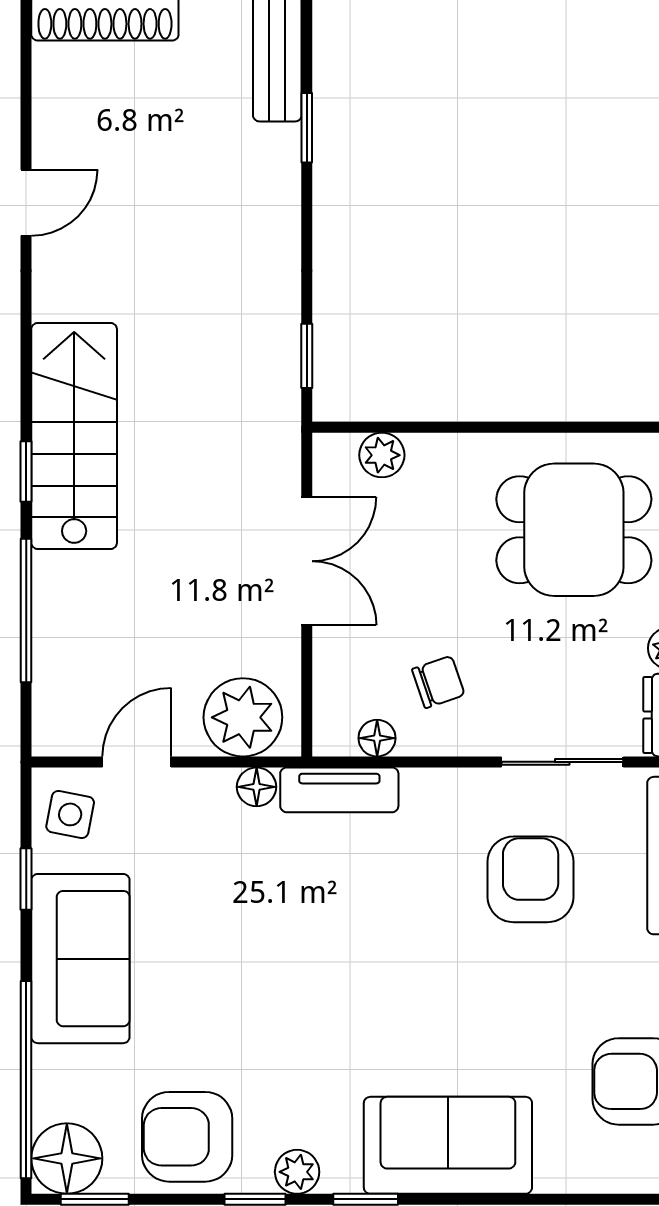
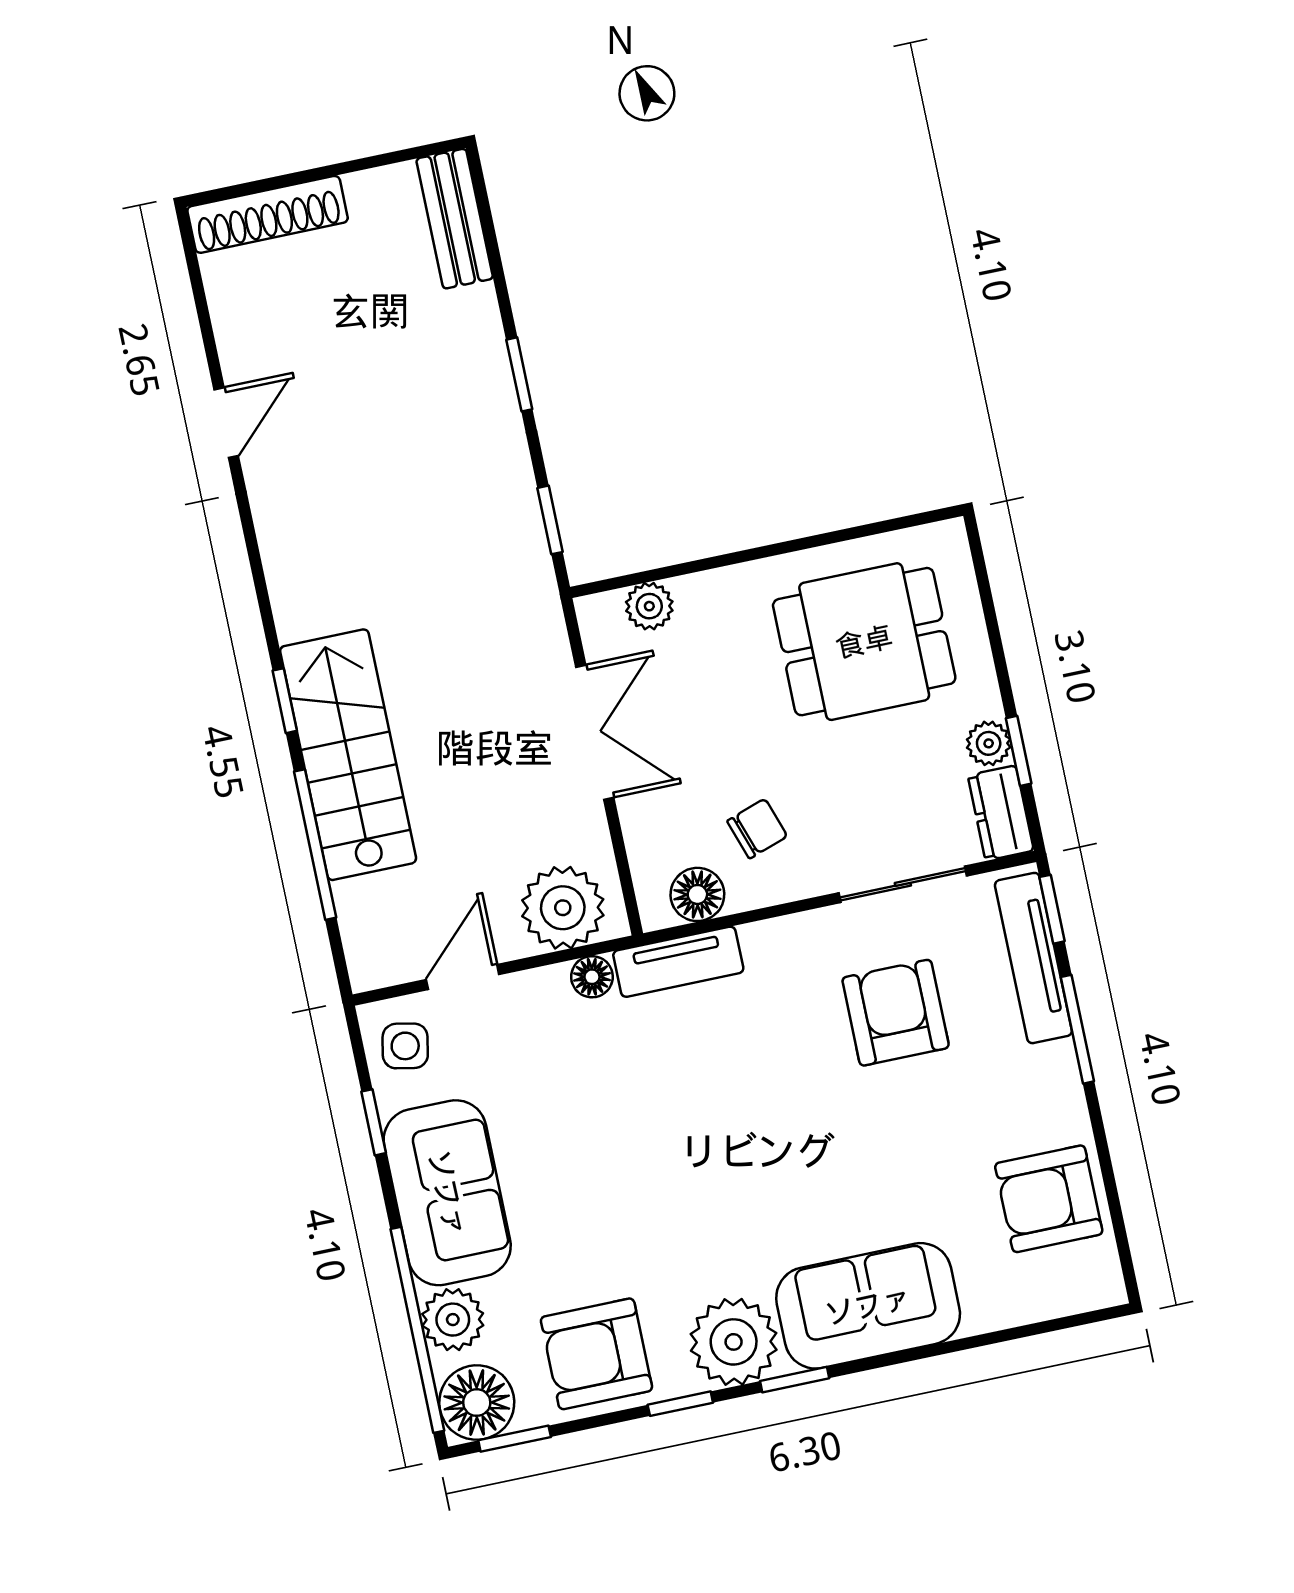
window: (307, 128) -> (519, 374), moved
stairs: (74, 436) -> (348, 755), moved
floor lamp: (377, 738) -> (697, 894), width x1.37, depth x1.37
plant: (61, 1077) -> (453, 1320), added
plant: (297, 1172) -> (734, 1342), width x1.87, depth x1.87

